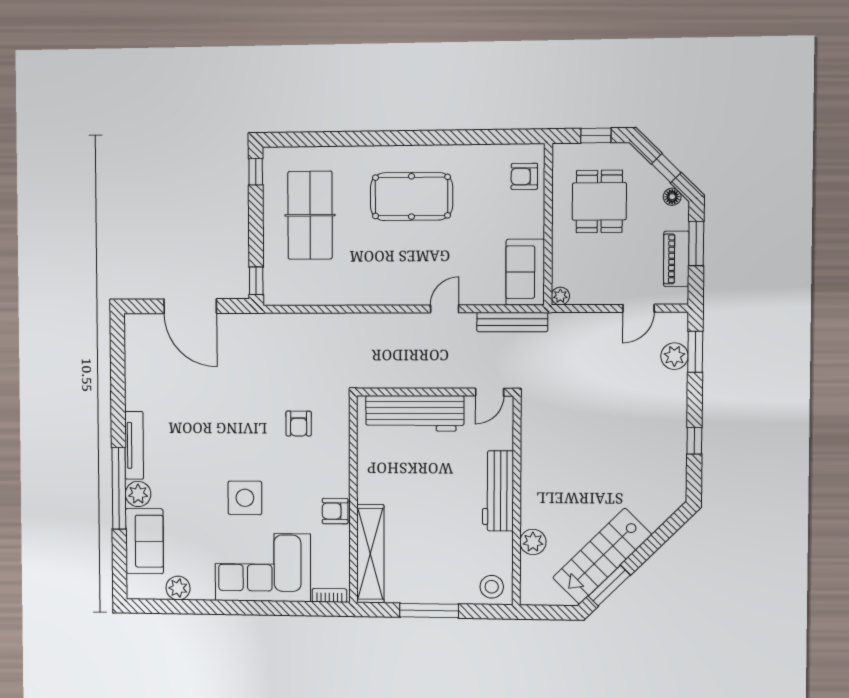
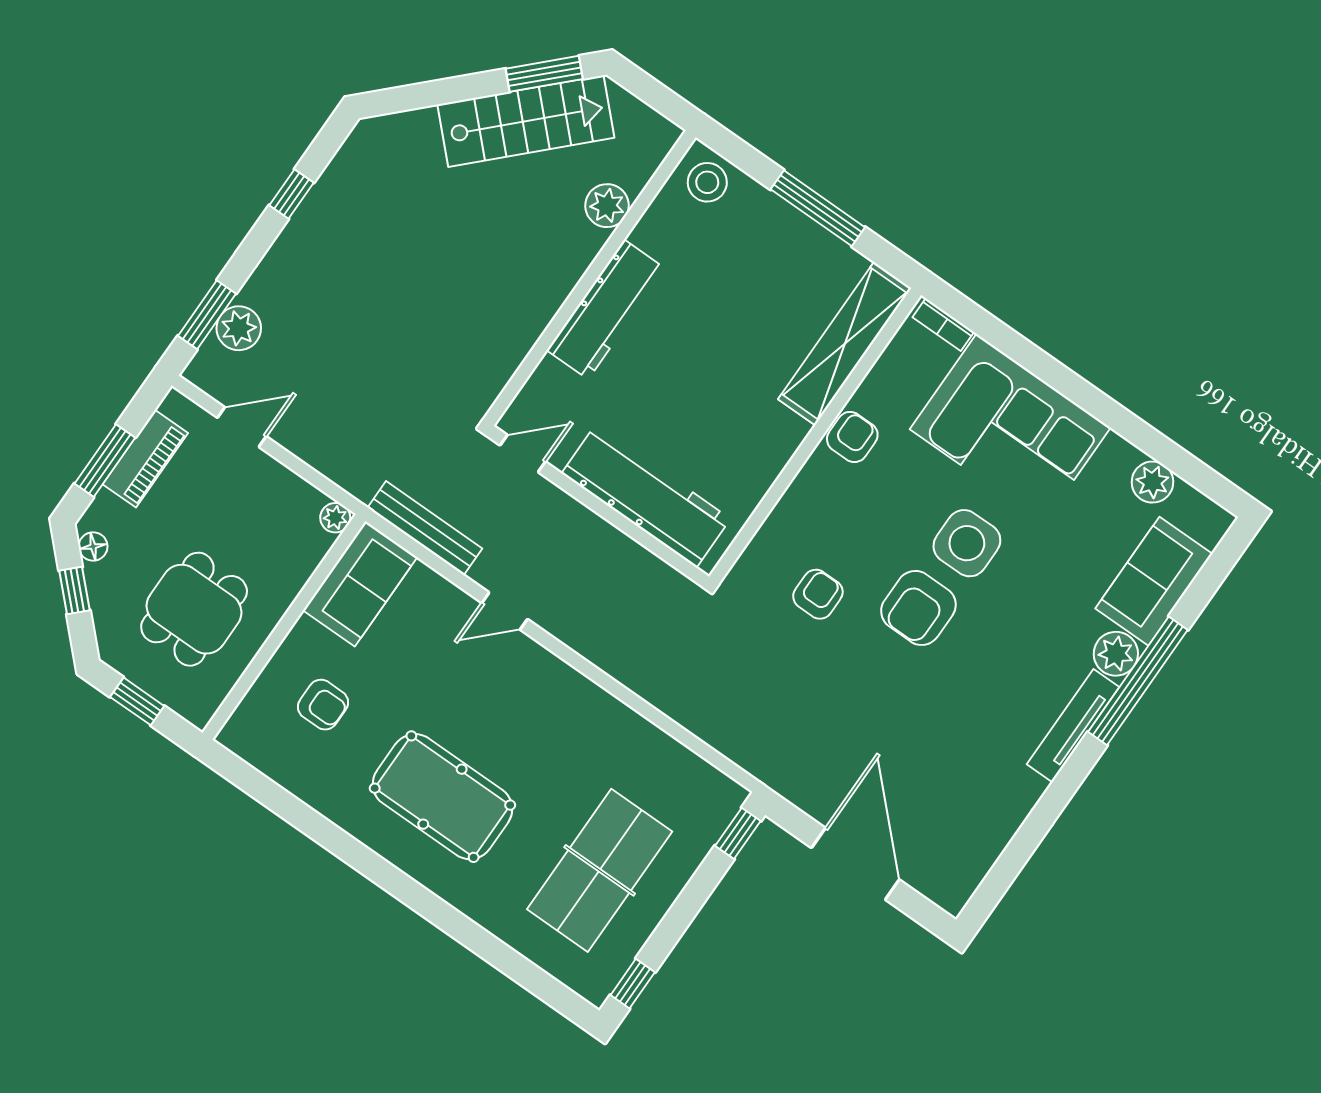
armchair: (524, 176) -> (323, 705), moved
armchair: (246, 451) -> (918, 608), added
armchair: (335, 511) -> (852, 437), turned -90

